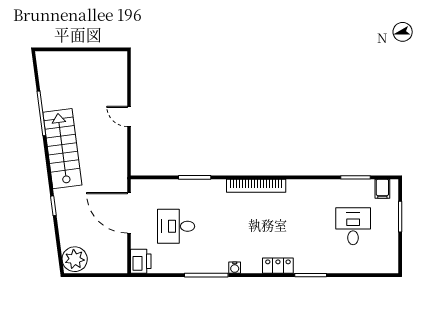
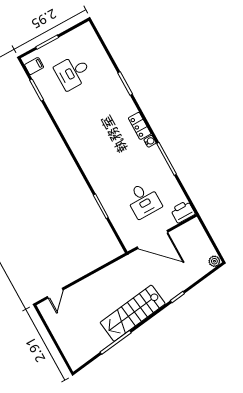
door: (129, 116) -> (55, 293), moved
bookcase: (256, 186) -> (82, 158), removed
door: (129, 213) -> (152, 239), hinge flipped
plant: (75, 259) -> (214, 261), width x0.53, depth x0.53
locker: (278, 266) -> (140, 126), moved

